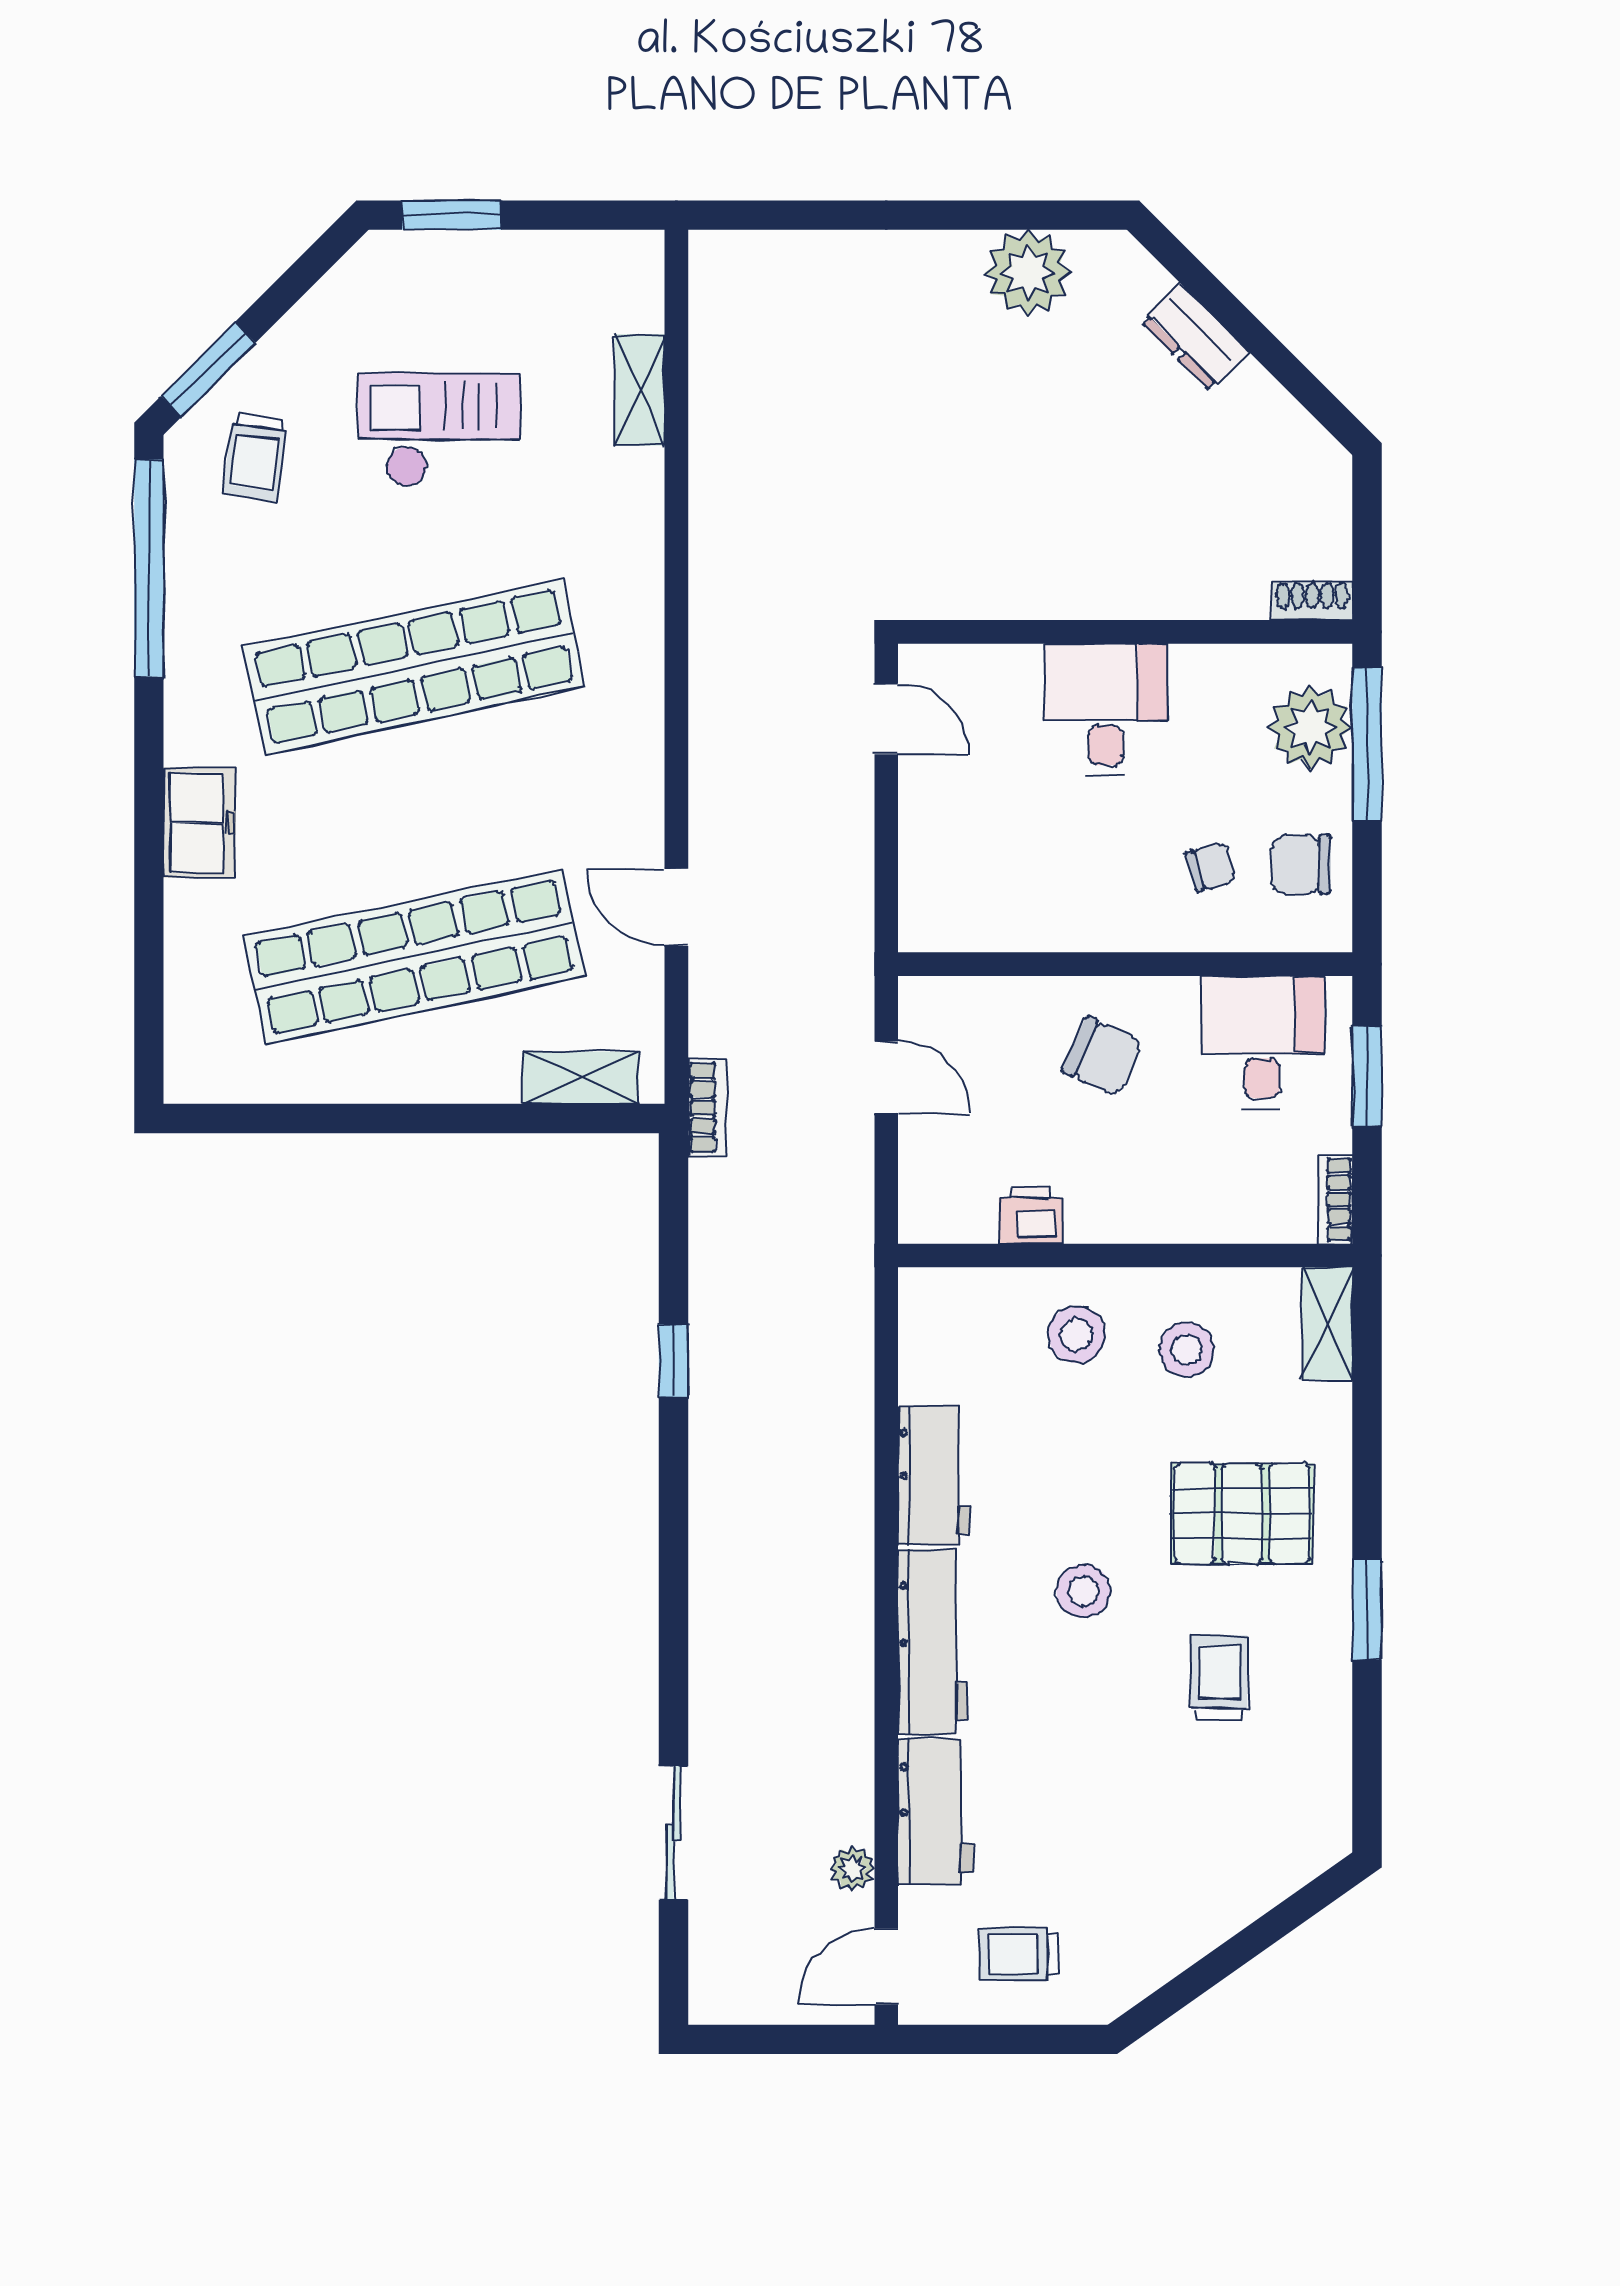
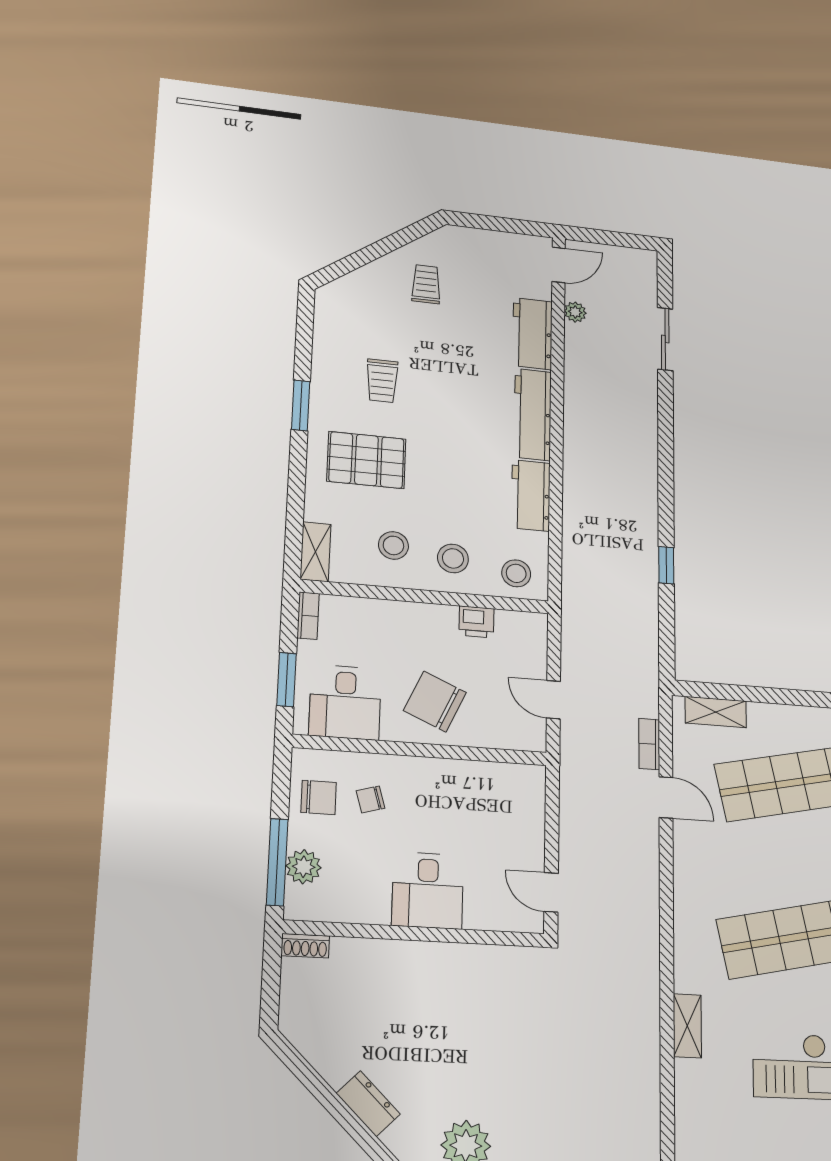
shelving: (640, 390) -> (687, 1026), moved
plant: (1310, 728) -> (304, 867), width x0.73, depth x0.73
chair: (1102, 1056) -> (435, 702), width x1.37, depth x1.37
bookcase: (707, 1108) -> (649, 744), moved
stool: (1083, 1591) -> (516, 573), moved
trolley: (1019, 1954) -> (426, 284), moved, turned -90

